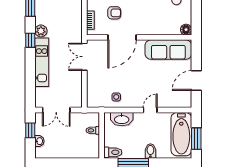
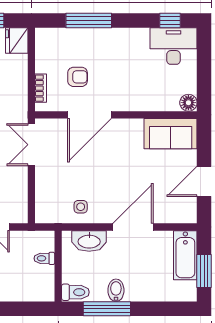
sofa: (168, 50) -> (171, 134), width x0.73
door: (150, 110) -> (133, 227), width x1.87
bathtub: (181, 134) -> (185, 255), width x0.73, depth x0.73
bidet: (150, 151) -> (116, 290), moved

